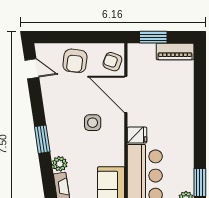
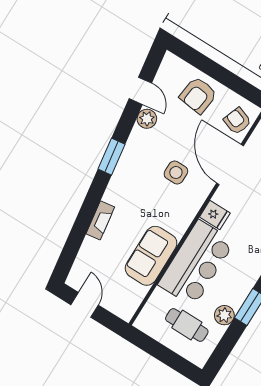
door: (32, 69) -> (140, 91), moved
plant: (60, 164) -> (147, 119), moved

